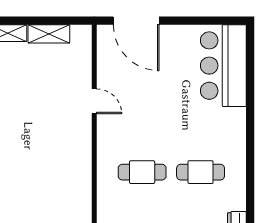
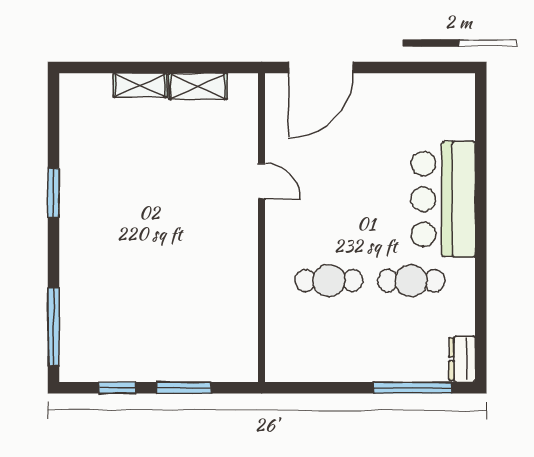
door: (136, 21) -> (321, 68), hinge flipped
bar counter: (223, 66) -> (443, 199), moved

